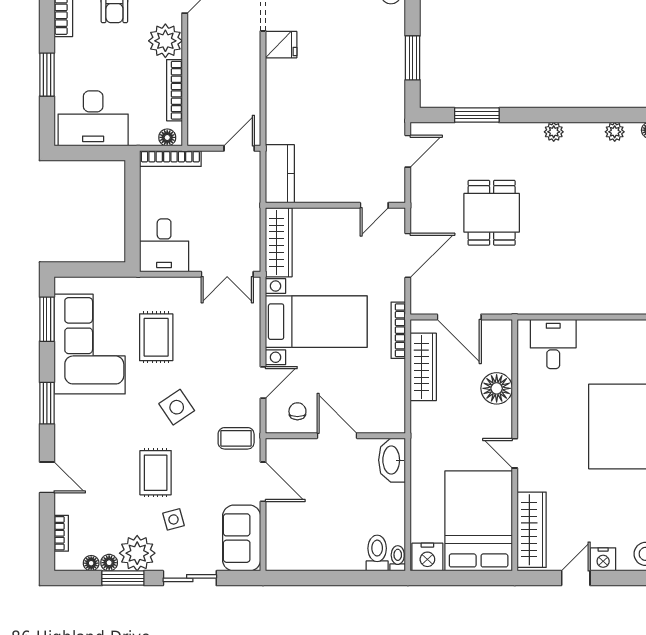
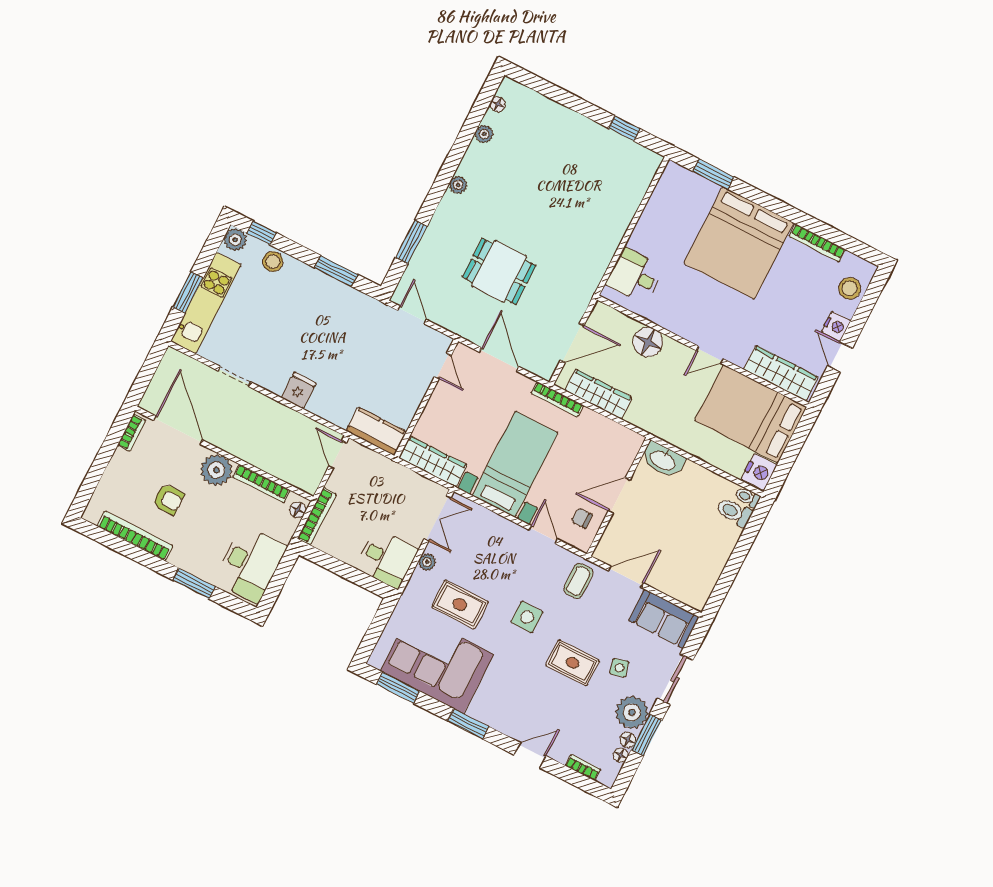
fridge: (281, 45) -> (299, 390), moved
plant: (180, 286) -> (427, 562), added
side table: (177, 407) -> (527, 617), turned 34

